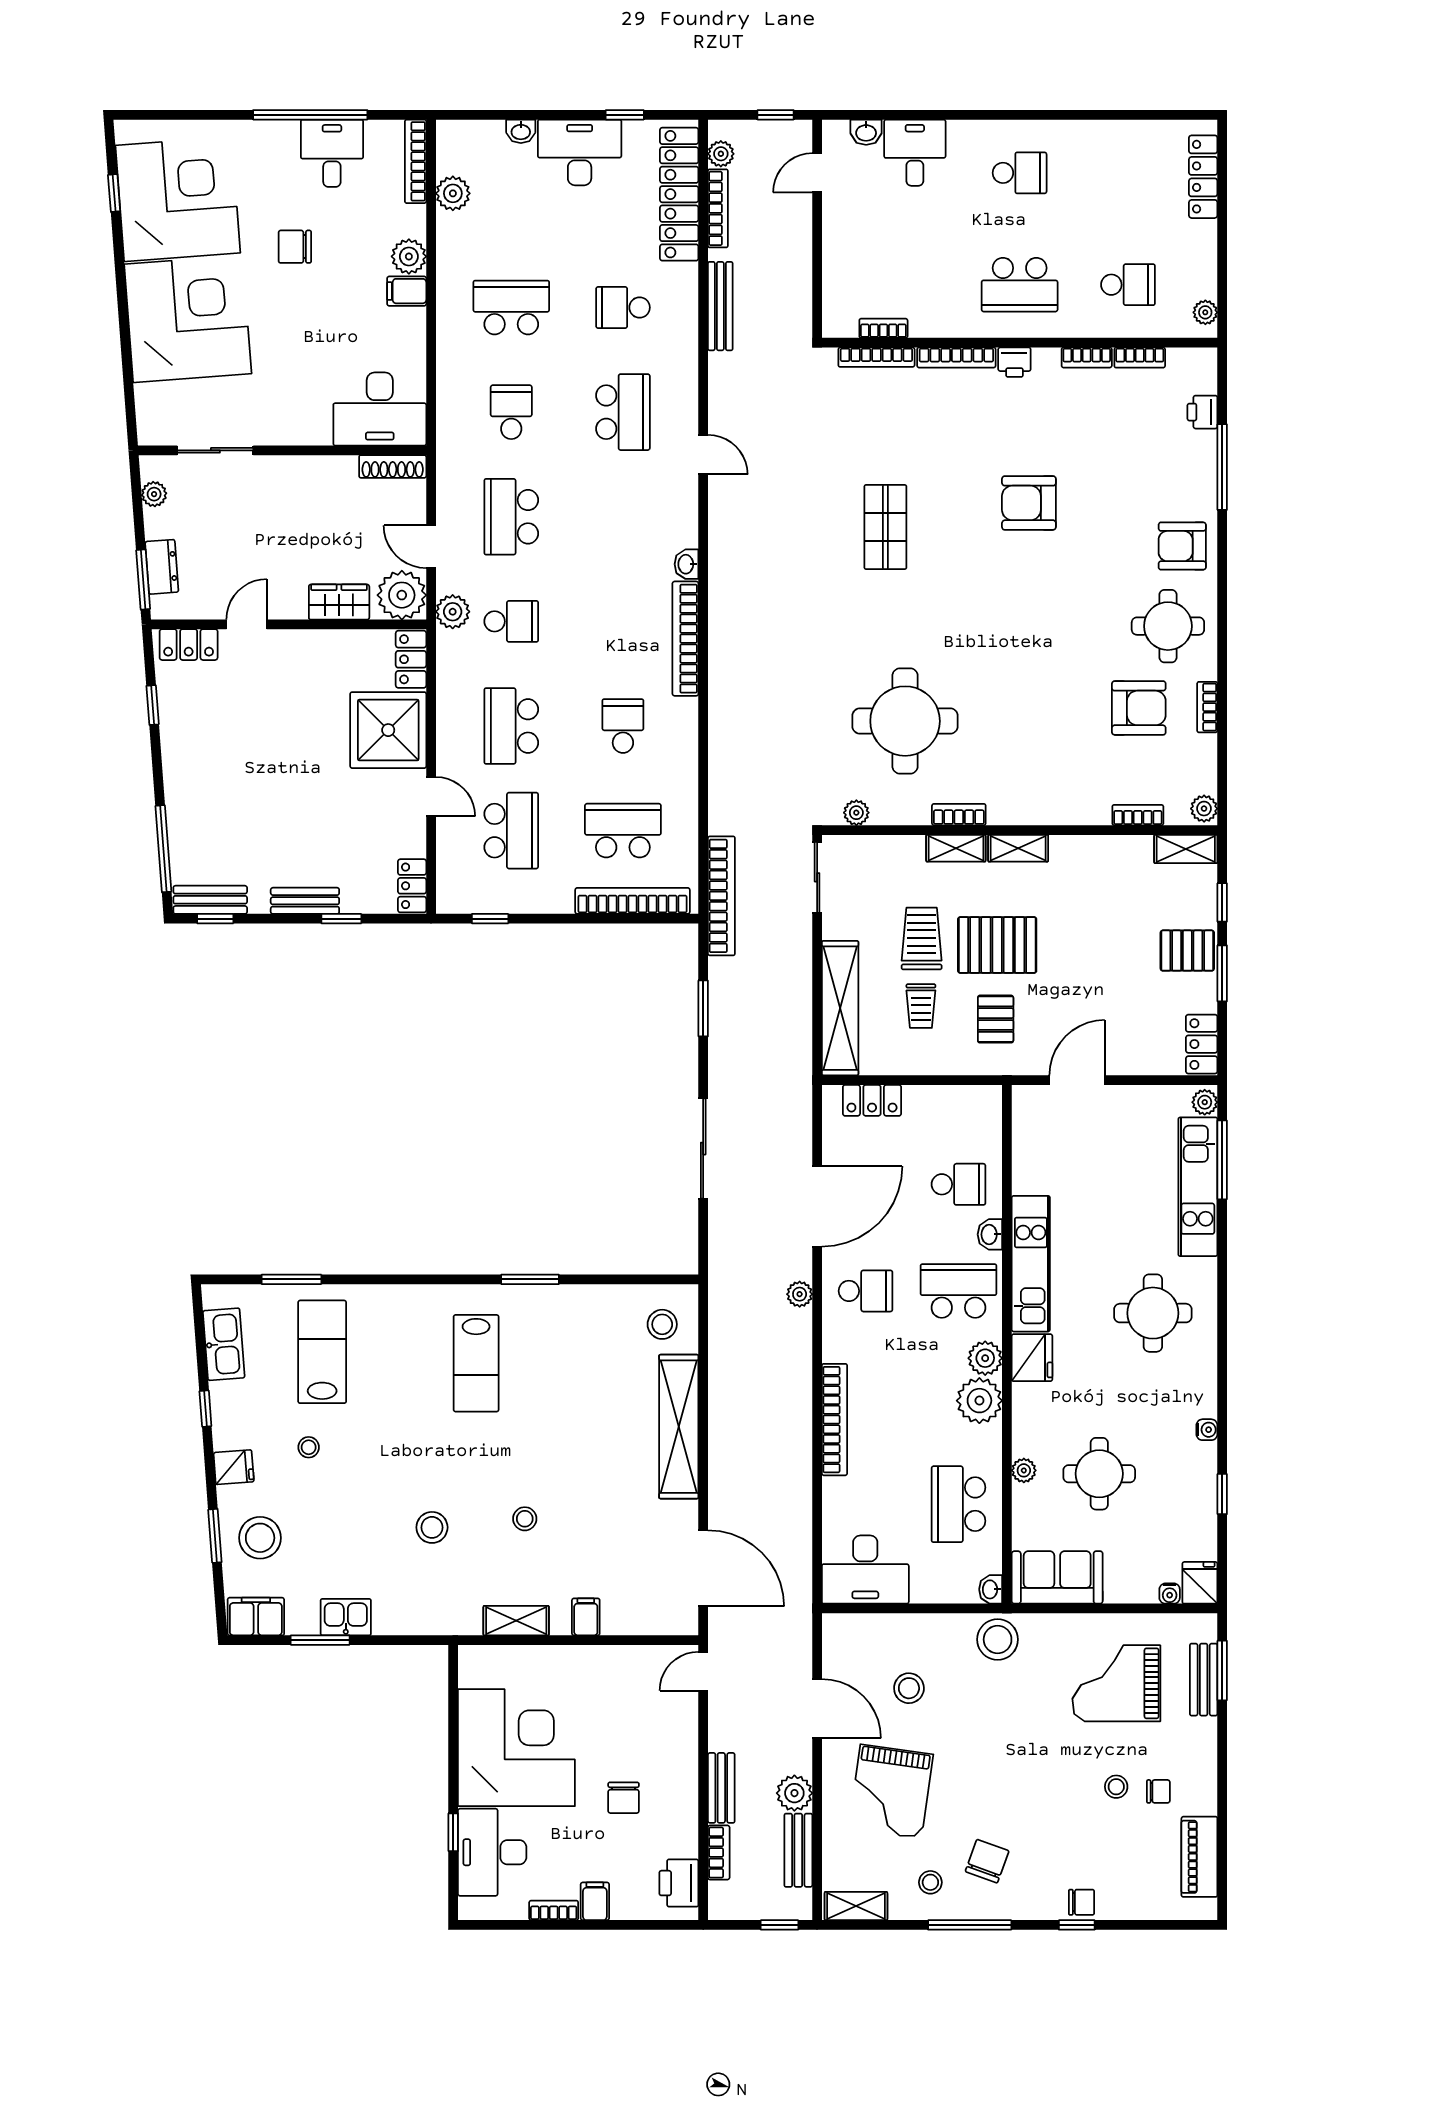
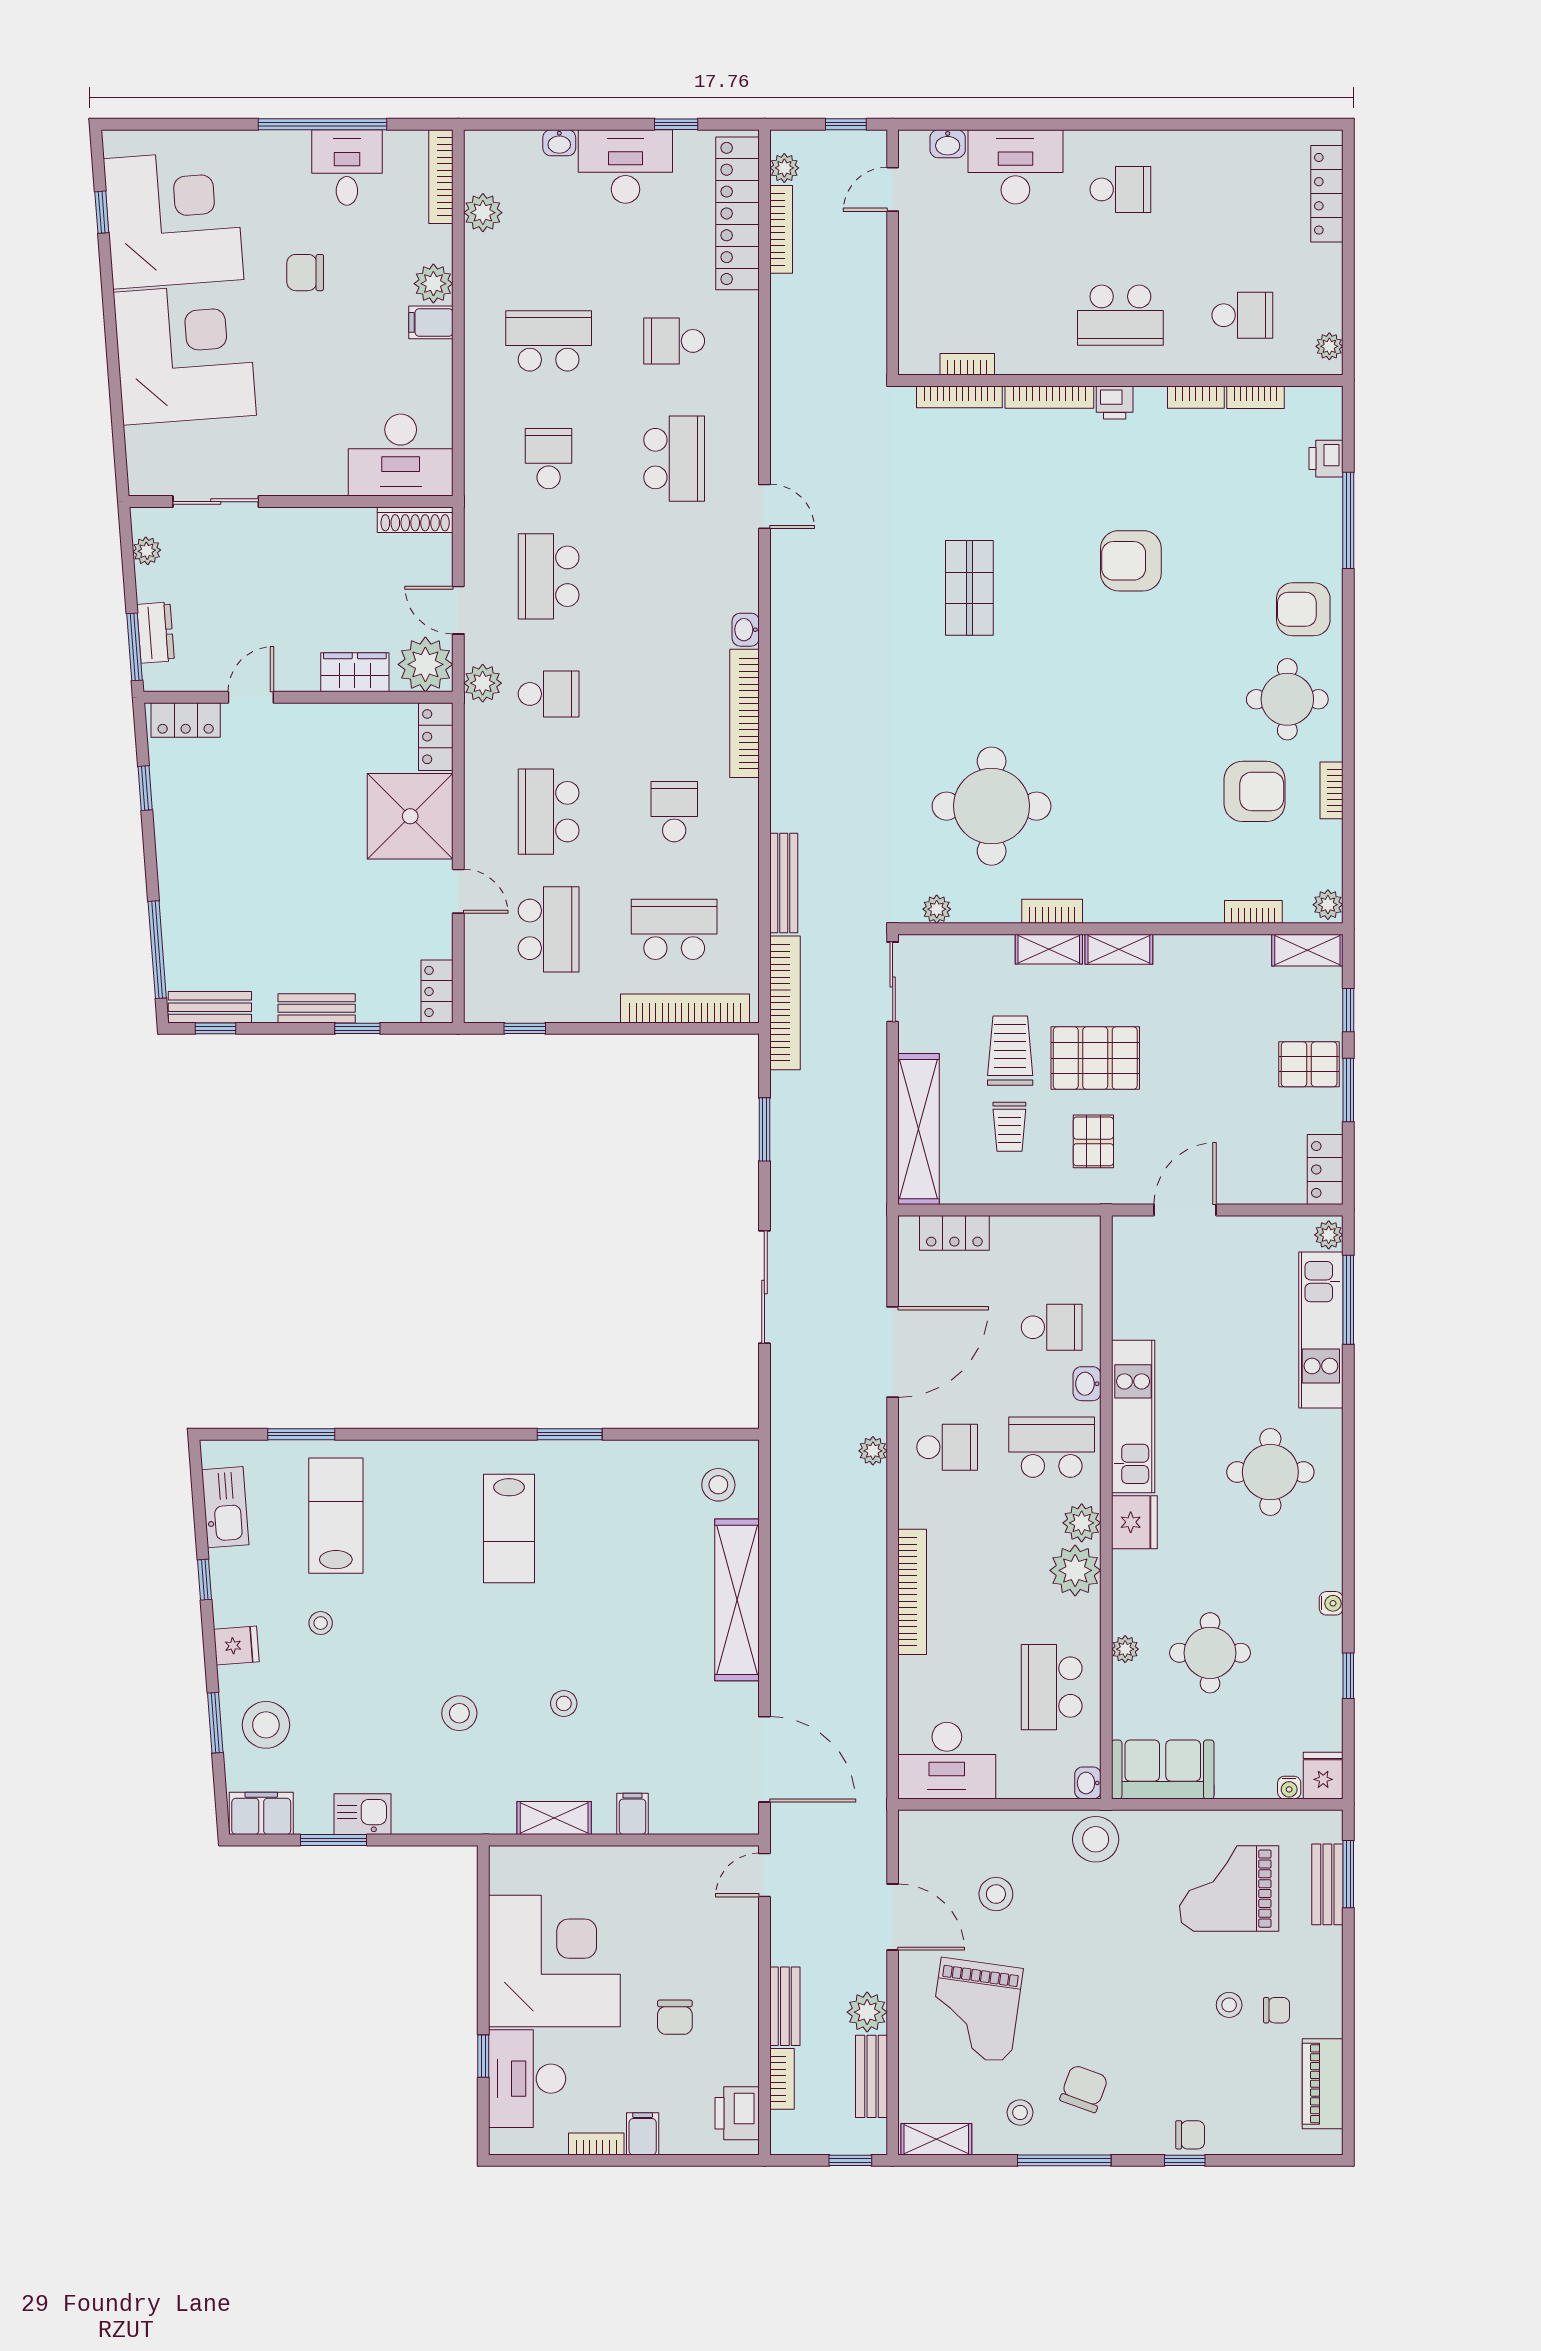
desk: (915, 153) -> (1015, 167), width x1.37
bench: (720, 306) -> (784, 883), moved

